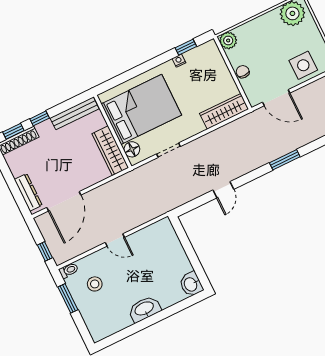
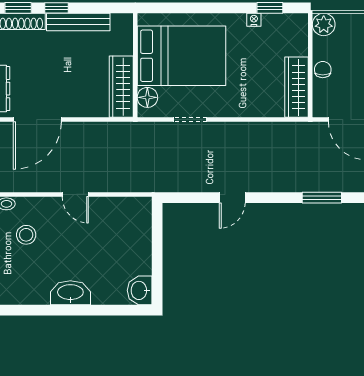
wardrobe: (224, 111) -> (297, 87), moved, turned -90
bench: (75, 113) -> (78, 22), moved

